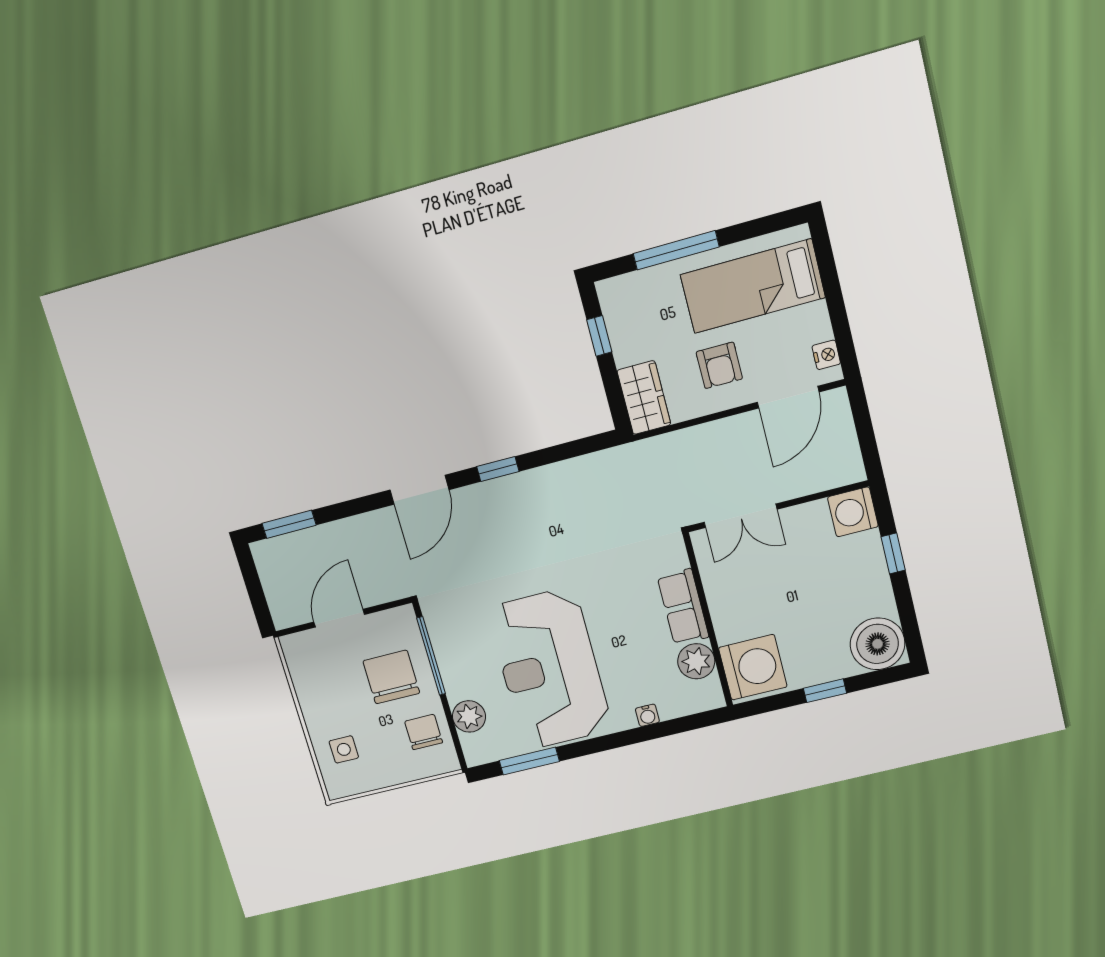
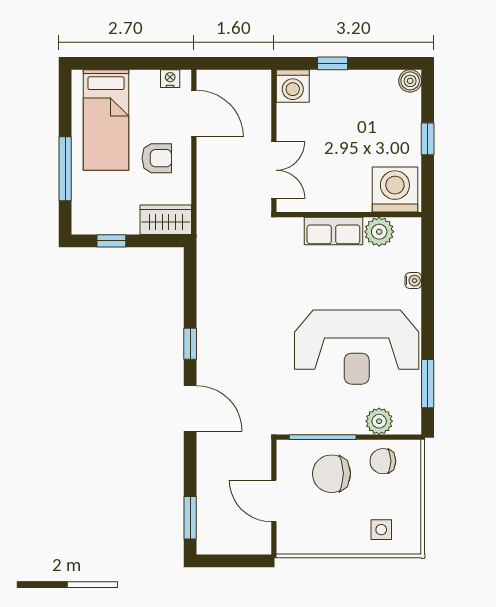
boiler: (878, 644) -> (410, 81), width x0.54, depth x0.54

